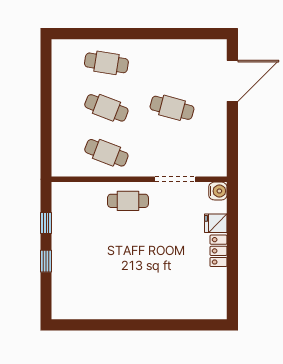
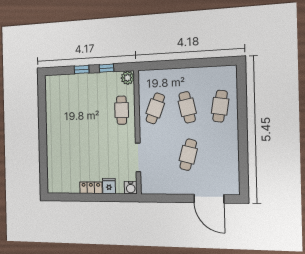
cafe table: (106, 108) -> (187, 107), turned -33
plant: (61, 192) -> (128, 78), added
cafe table: (128, 201) -> (122, 110), moved

